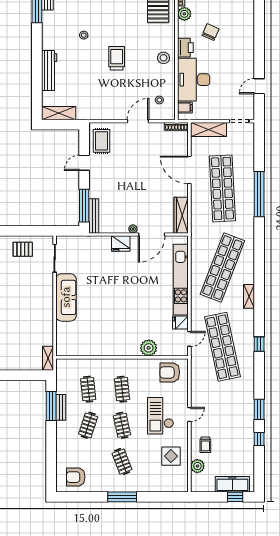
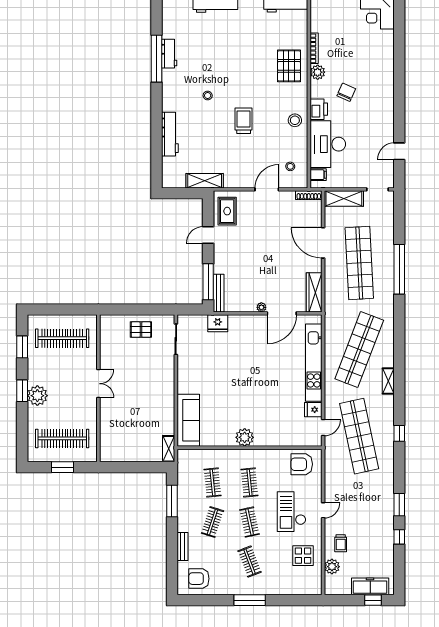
shelving: (59, 113) -> (205, 181), moved
fridge: (121, 243) -> (218, 323), moved
sofa: (66, 297) -> (188, 420), moved
plant: (149, 348) -> (245, 437), moved
bench: (61, 407) -> (183, 546), moved

